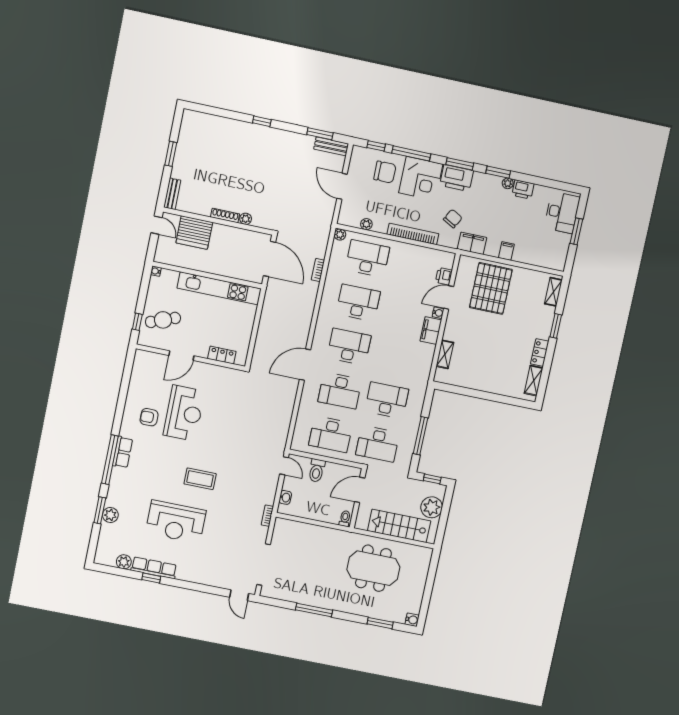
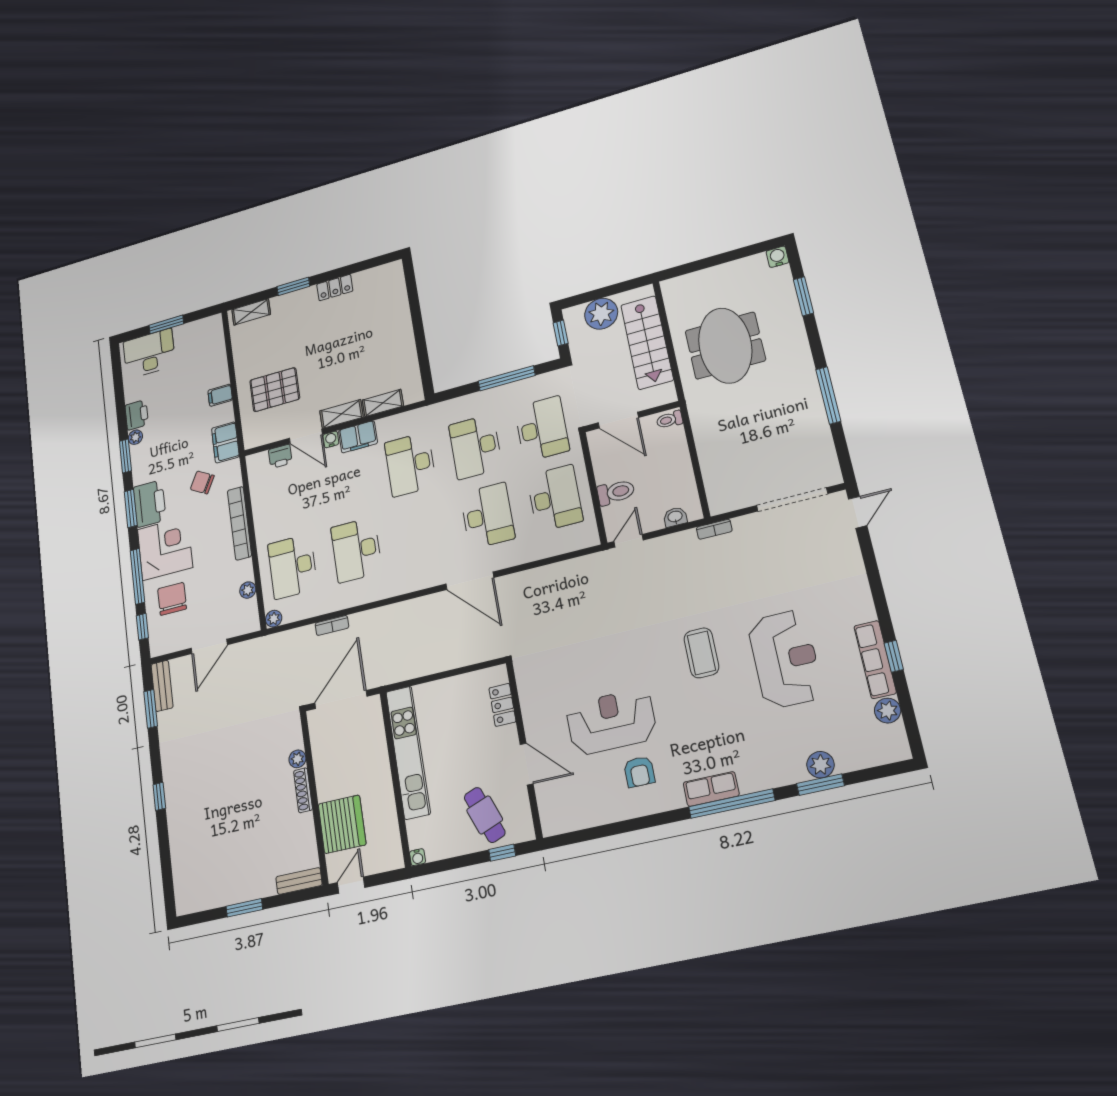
pallet: (491, 288) -> (275, 390), width x0.73, depth x0.71
desk: (349, 347) -> (410, 464), moved
shelving: (534, 381) -> (341, 414), moved

